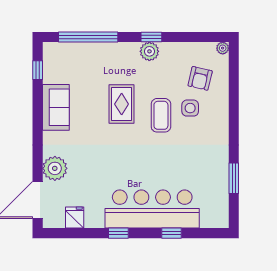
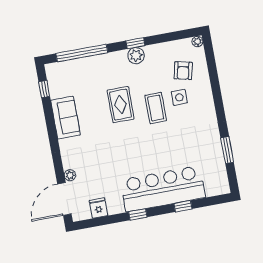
plant: (55, 168) -> (70, 175), width x0.53, depth x0.53

